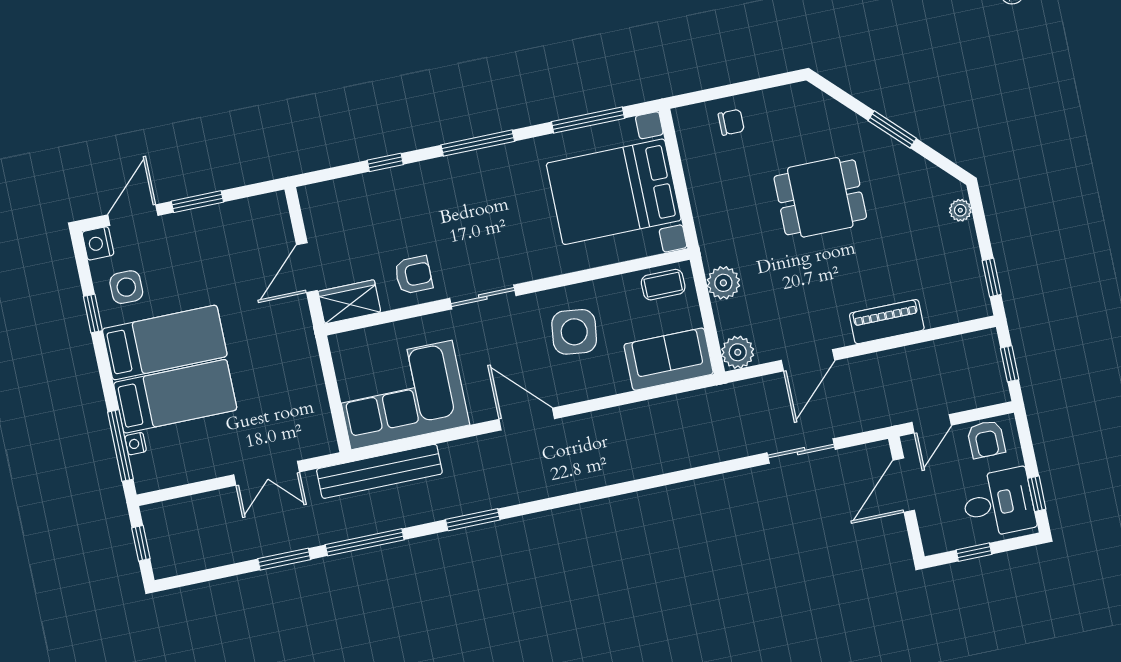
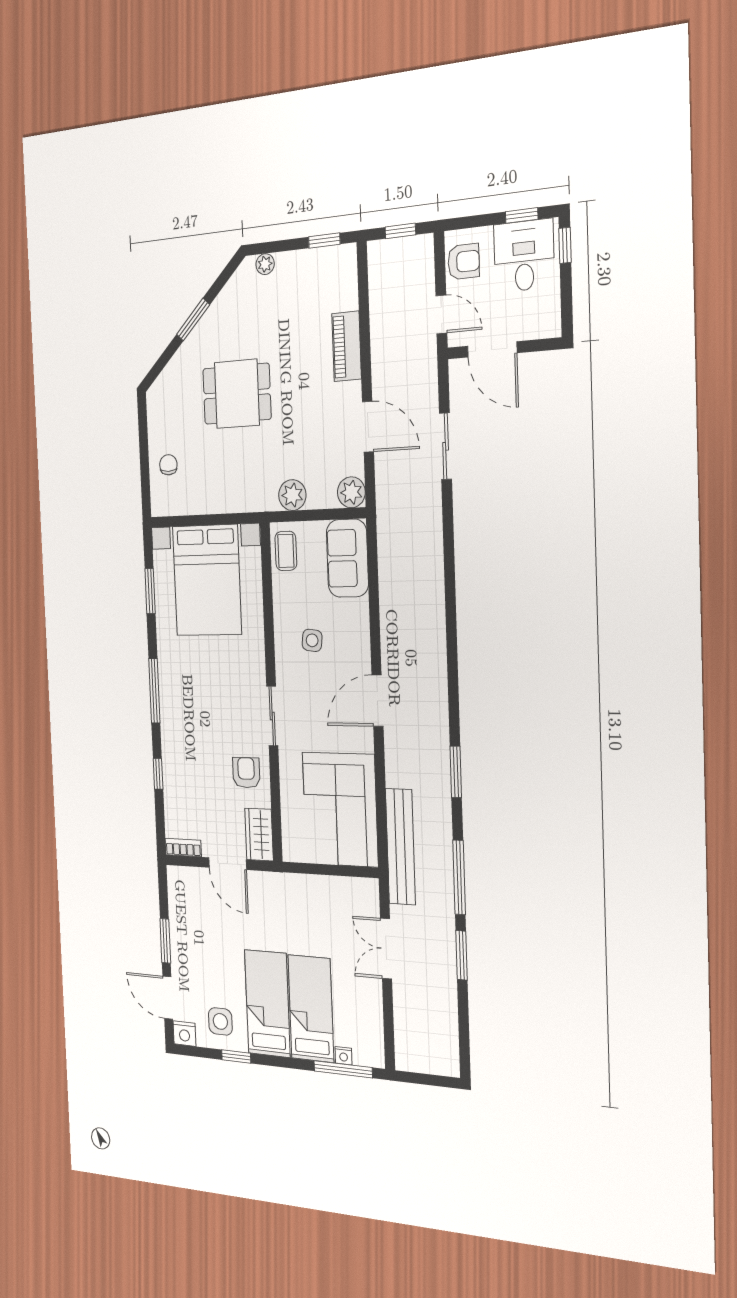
window: (588, 120) -> (150, 591), width x0.69
dining table: (820, 197) -> (237, 394), turned 90
bookcase: (310, 208) -> (183, 848), added
side table: (574, 332) -> (312, 640), width x0.54, depth x0.54
double door: (267, 473) -> (386, 949), swing flipped
window: (141, 543) -> (427, 1079), removed
window: (974, 552) -> (565, 245), moved

